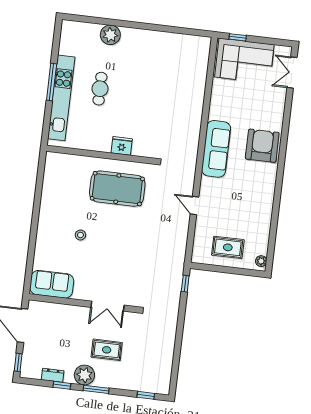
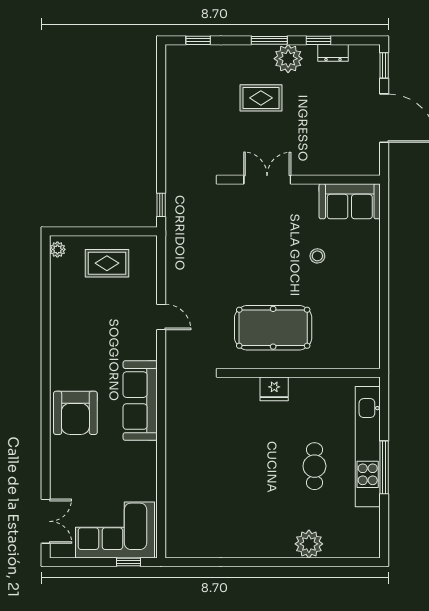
sofa: (52, 284) -> (350, 201), moved
wall: (83, 303) -> (302, 180), moved
double door: (107, 306) -> (267, 180), moved

